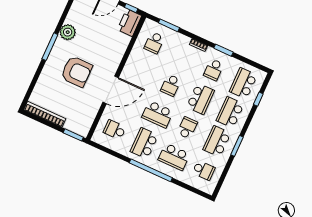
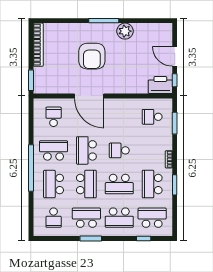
school desk: (214, 70) -> (152, 184), width x1.85
school desk: (230, 112) -> (119, 218), turned 180
school desk: (187, 128) -> (86, 184), width x1.85

